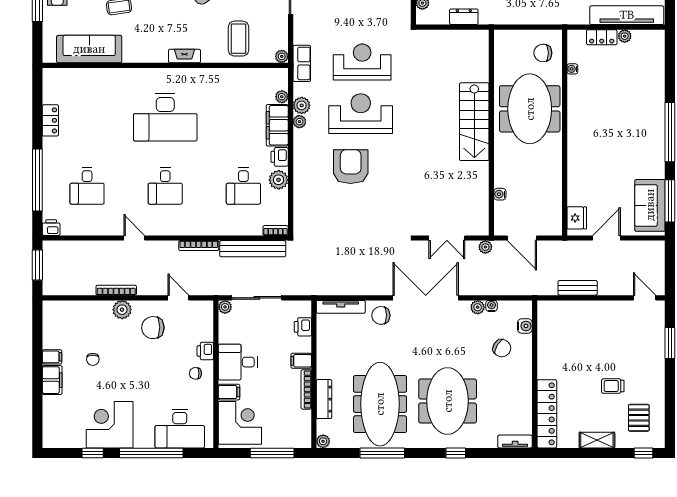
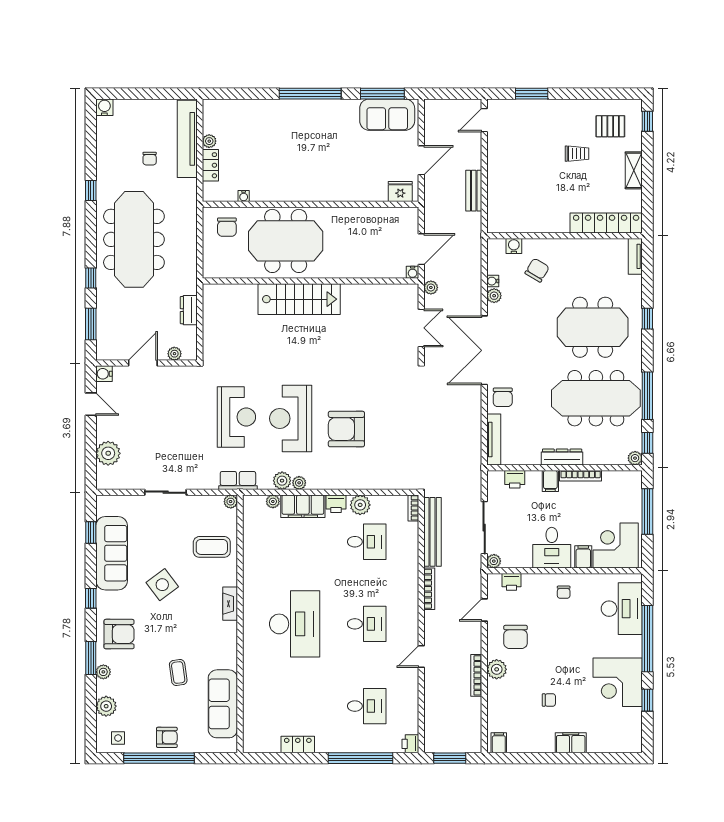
reception desk: (362, 62) -> (236, 417), turned 180
water cooler: (500, 194) -> (413, 272), moved
door: (606, 238) -> (421, 160), swing flipped
printer: (205, 351) -> (511, 582), moved
filing cabinet: (52, 357) -> (499, 743), moved
trolley: (613, 386) -> (577, 154), turned -90
dresser: (324, 399) -> (562, 457), moved
window: (338, 453) -> (647, 443), added

